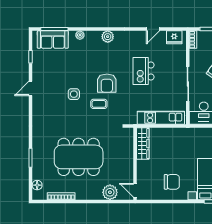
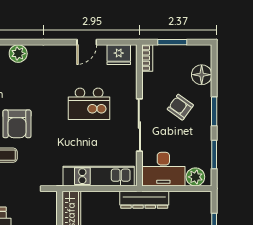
kitchen island: (144, 71) -> (89, 104), moved, turned -90
dresser: (191, 133) -> (144, 200), added

